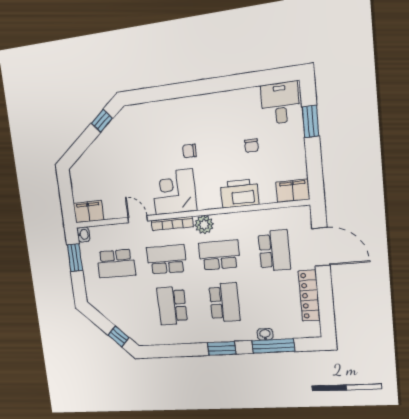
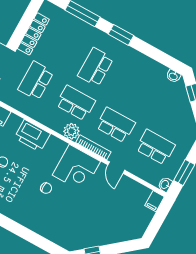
filing cabinet: (89, 212) -> (155, 201), width x0.50
school desk: (219, 255) -> (76, 103), turned 180
school desk: (167, 259) -> (116, 125), turned 180
school desk: (172, 306) -> (135, 89), removed
washbasin: (265, 334) -> (173, 76), moved

